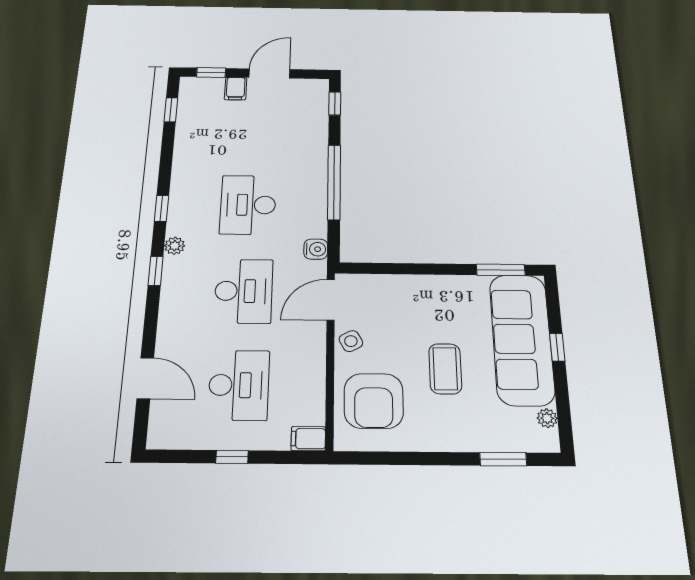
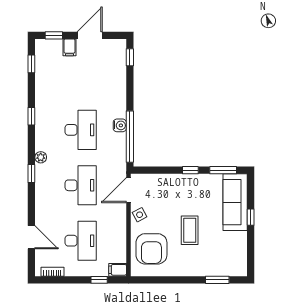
window: (334, 182) -> (130, 137), moved
desk: (248, 205) -> (81, 130), turned 180
window: (161, 208) -> (31, 116), moved
water cooler: (316, 249) -> (120, 125), moved
window: (442, 269) -> (190, 170), added
sofa: (522, 339) -> (235, 202), width x0.74, depth x0.79
plant: (547, 418) -> (242, 258), removed
bookcase: (181, 441) -> (52, 272), added
window: (232, 457) -> (99, 280), moved

